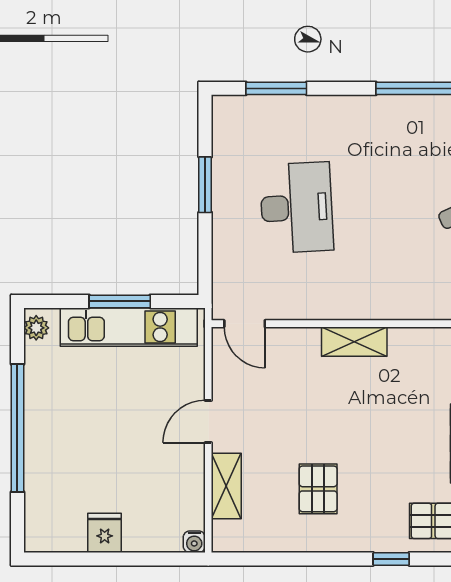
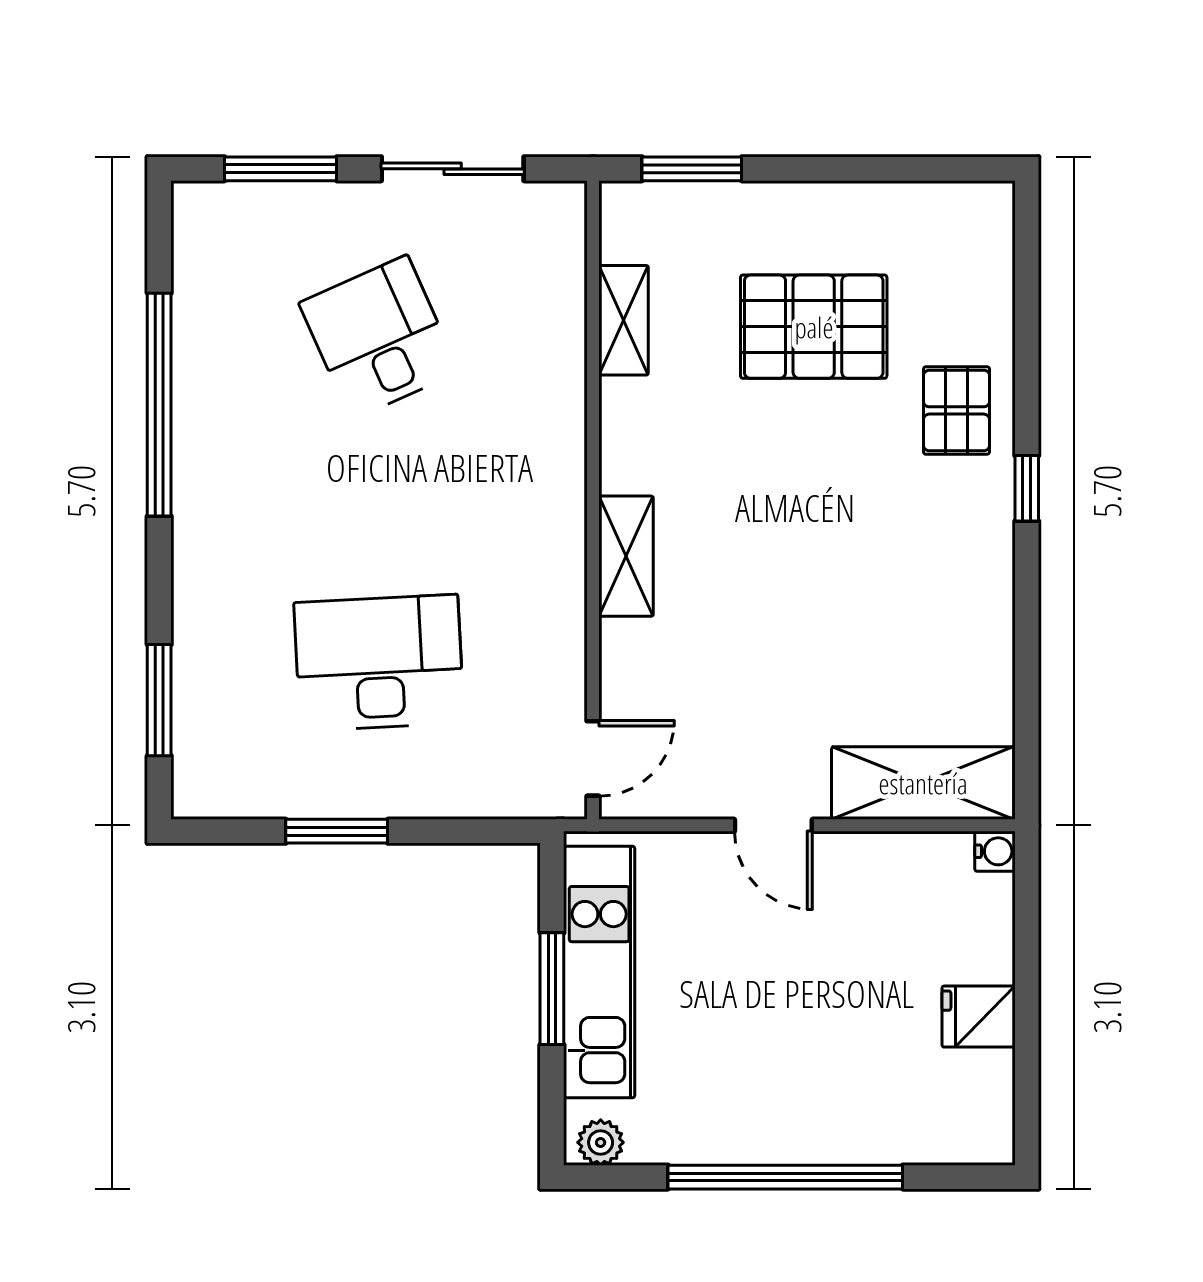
shelving: (226, 486) -> (923, 783), width x1.50, depth x1.33
pallet: (318, 489) -> (897, 623), removed

